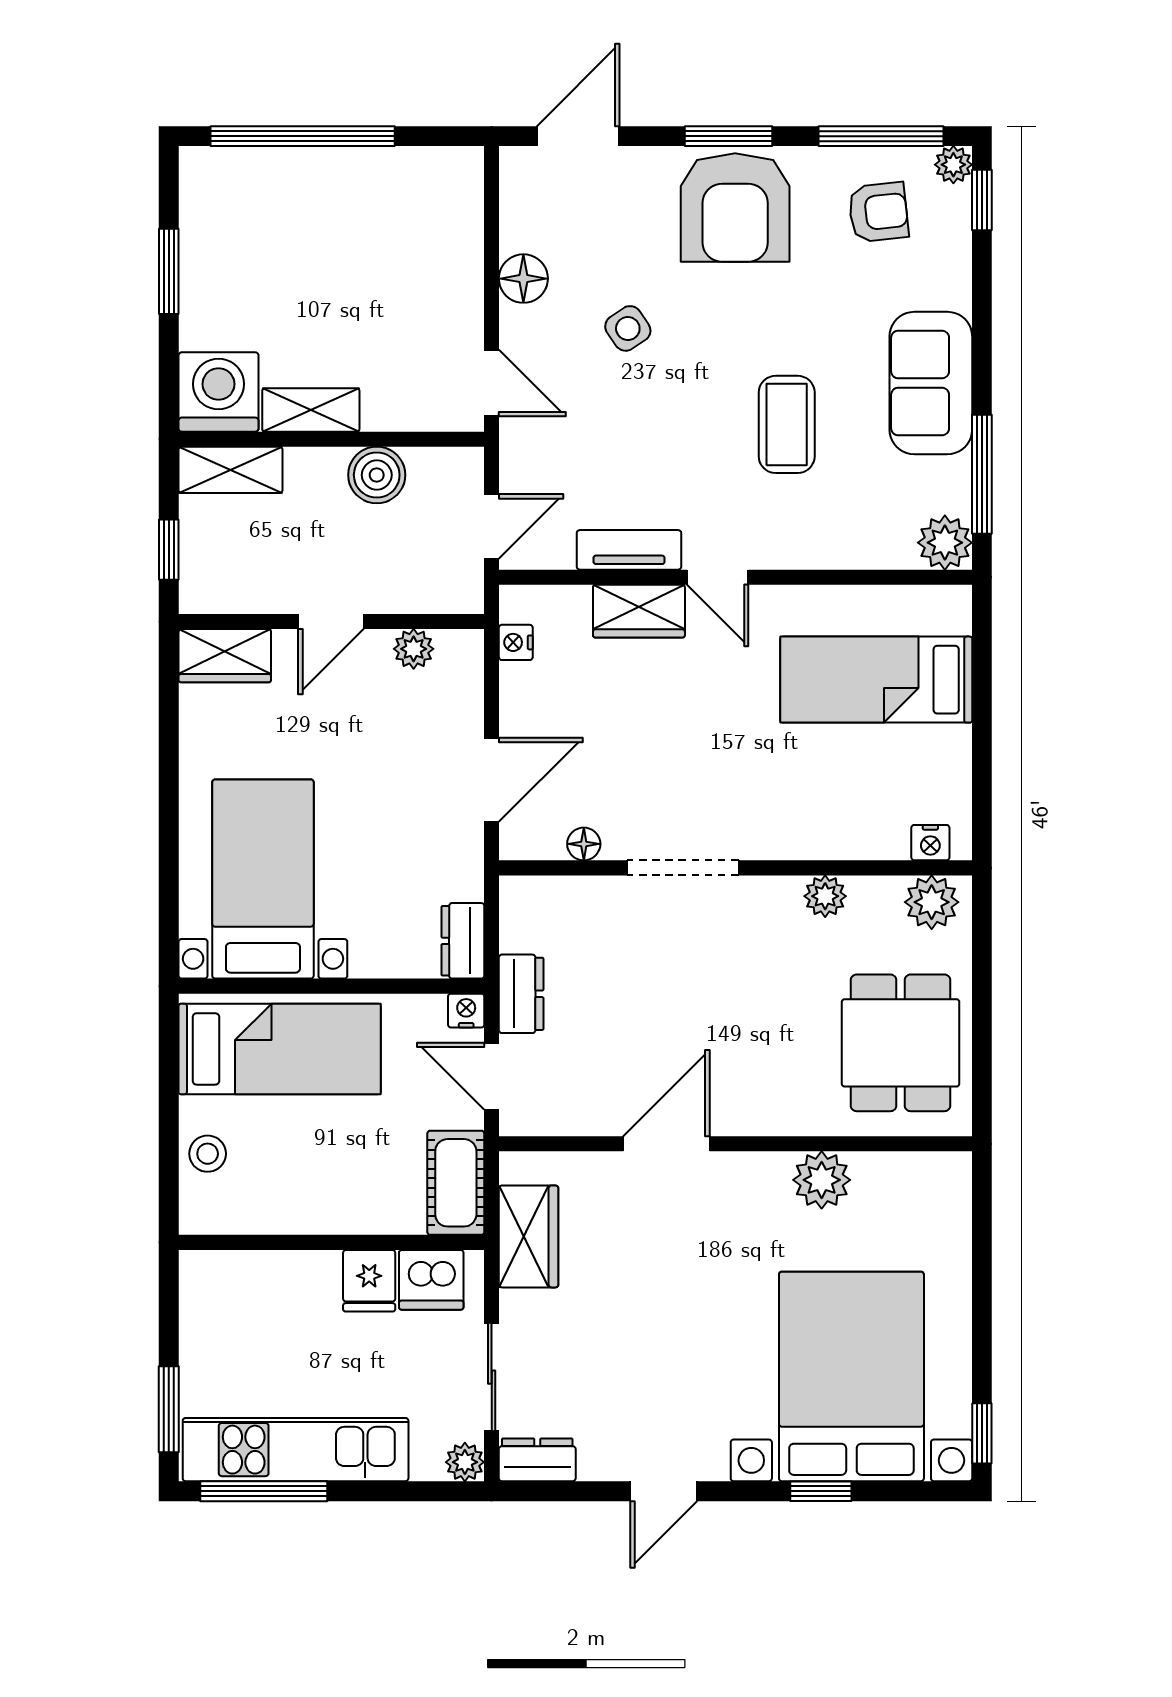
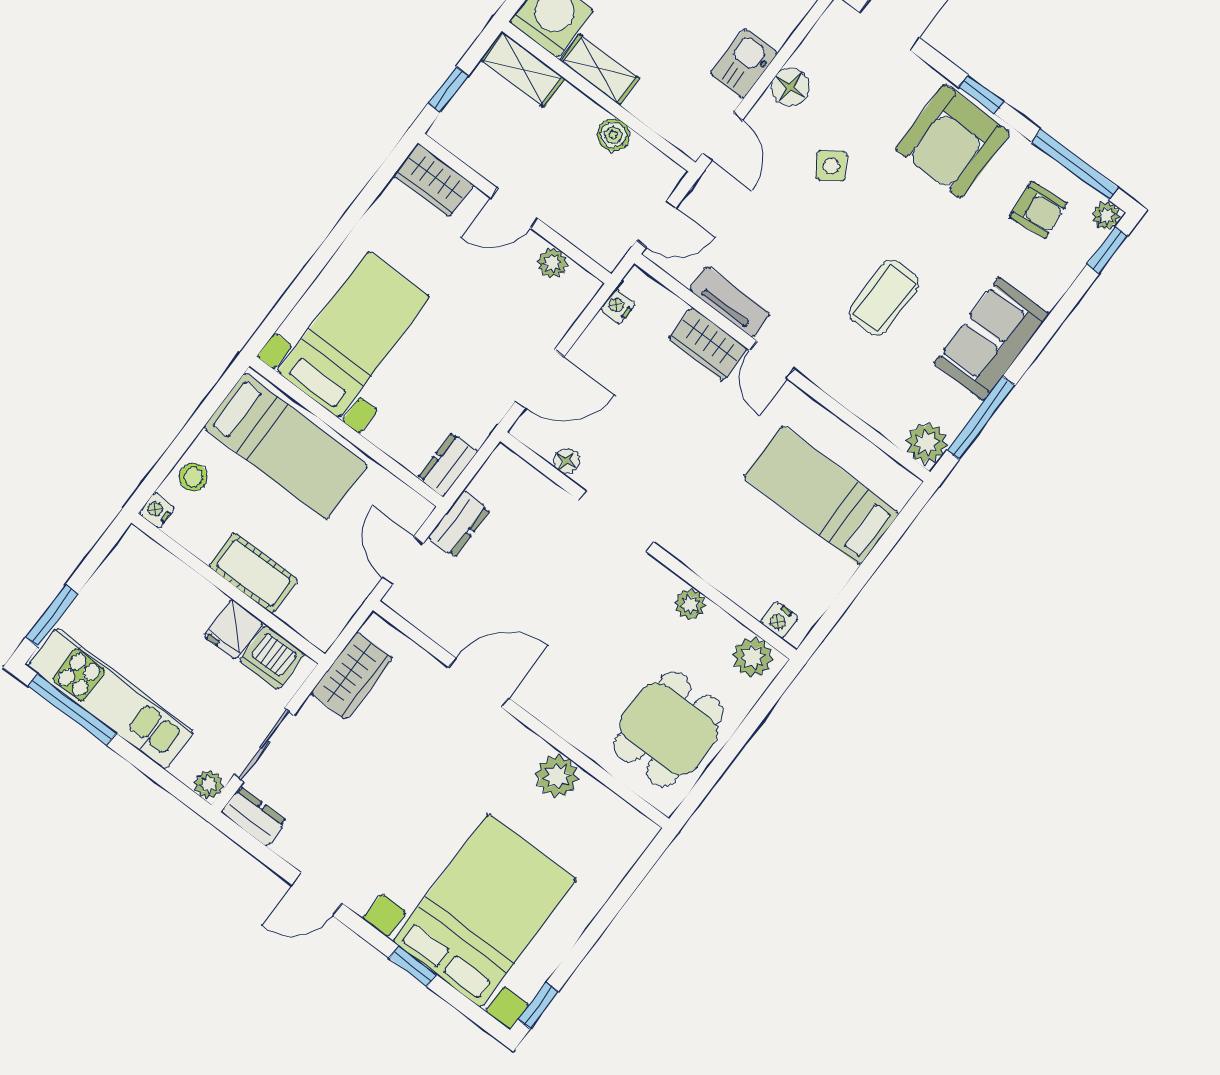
window: (729, 136) -> (982, 94), width x0.67
kitchen sink: (457, 290) -> (744, 63), added
boiler: (377, 475) -> (613, 135), width x0.73, depth x0.73
nightstand: (466, 1011) -> (157, 510), moved, turned -90
cot: (456, 1183) -> (253, 573), moved, turned 90

